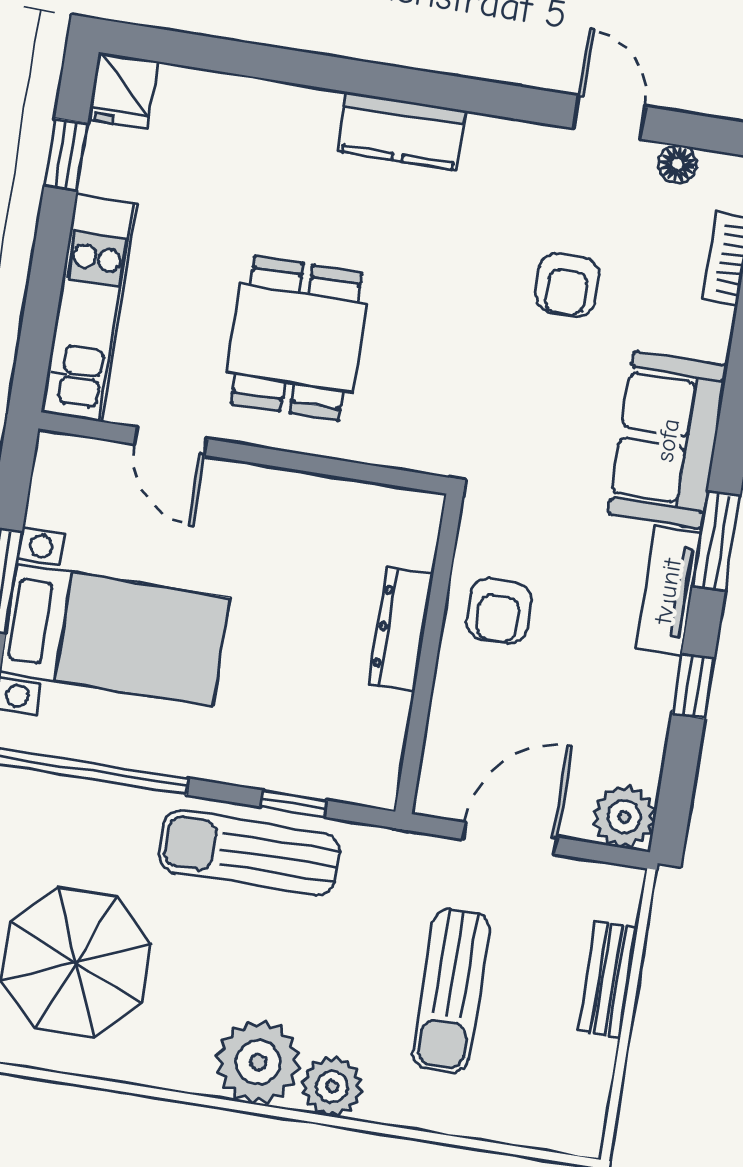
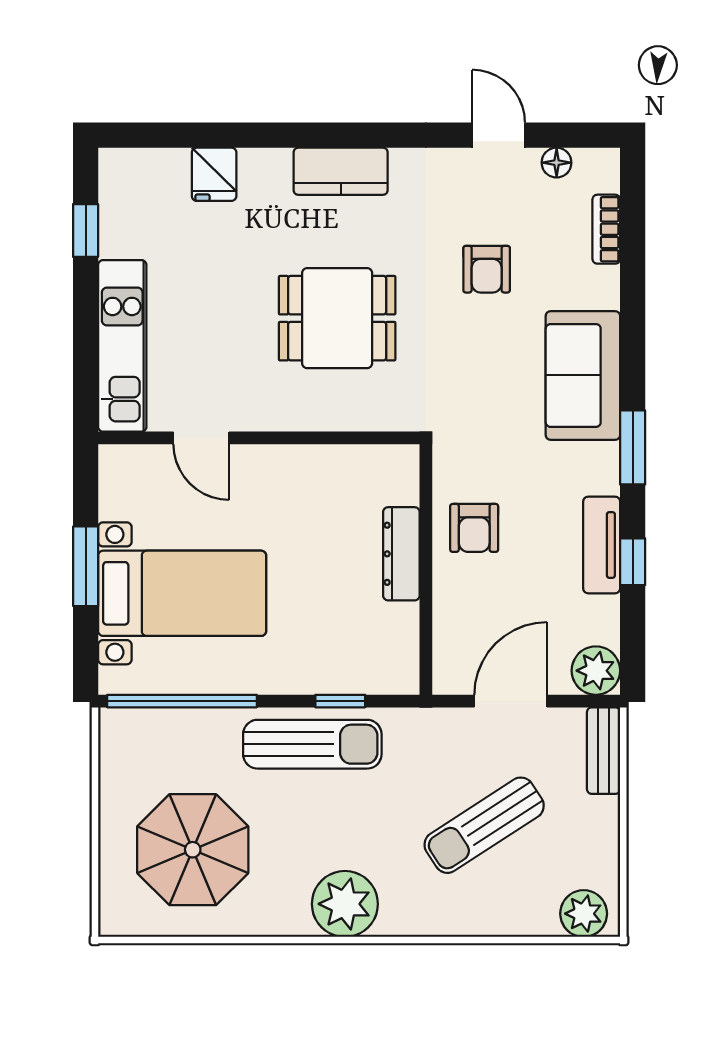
fridge: (123, 90) -> (214, 174), moved
dining table: (297, 338) -> (337, 318), moved, turned 90
tv unit: (668, 591) -> (602, 545), moved
sun lounger: (249, 853) -> (312, 744), turned 180
bench: (608, 979) -> (604, 751), moved
sun lounger: (451, 990) -> (484, 825), turned 57
plant: (332, 1086) -> (584, 914), moved

